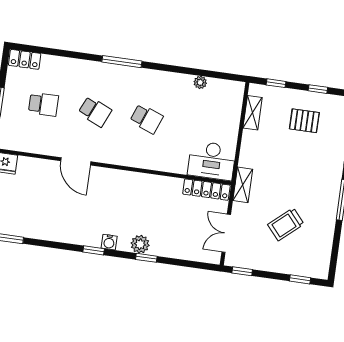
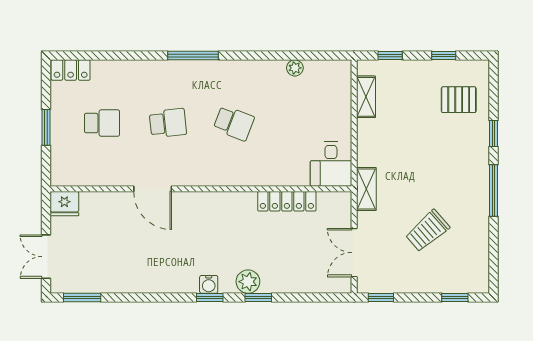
school desk: (95, 112) -> (168, 123), turned -30
pallet: (304, 121) -> (459, 100), moved
desk: (212, 161) -> (331, 164), width x0.73
locker: (206, 190) -> (287, 201), moved
window: (94, 250) -> (210, 297), moved

